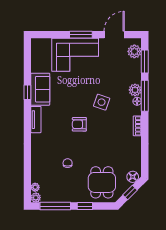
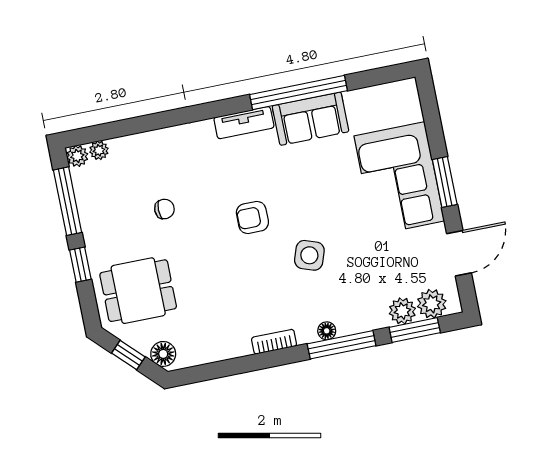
door: (114, 35) -> (459, 253), hinge flipped
plant: (135, 90) -> (402, 311), moved
window: (27, 92) -> (298, 93), width x3.17
armchair: (79, 124) -> (252, 217), turned -90

